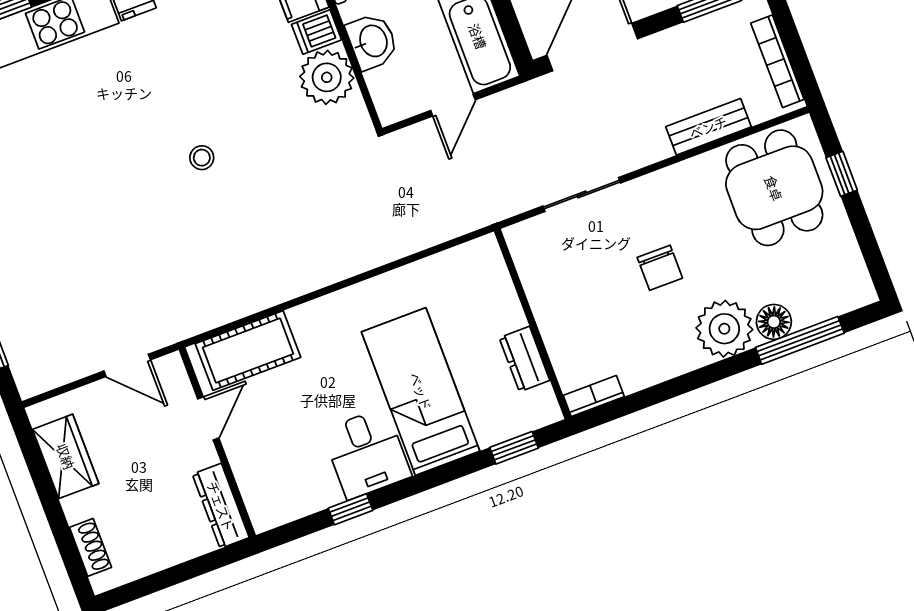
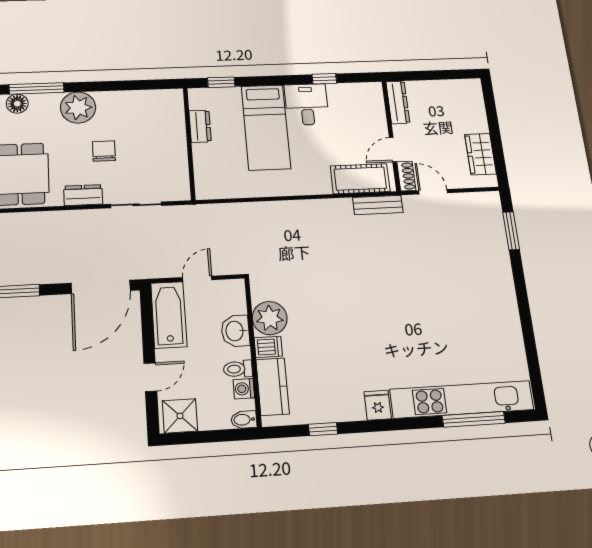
bench: (708, 127) -> (378, 205), moved
stool: (202, 158) -> (359, 294), removed
dresser: (667, 184) -> (83, 195), added
floor lamp: (774, 322) -> (17, 104), moved
bookcase: (594, 396) -> (166, 95), removed
shoe rack: (90, 547) -> (406, 176), moved, turned 180

